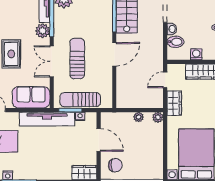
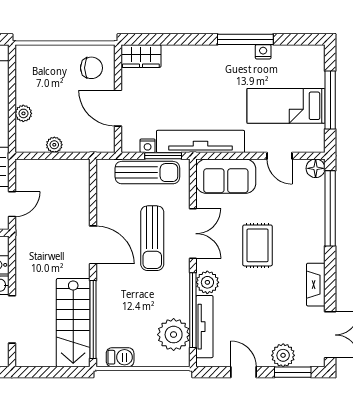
door: (114, 54) -> (93, 245), swing flipped
plant: (158, 117) -> (23, 113), moved
chair: (115, 165) -> (91, 68), turned 180

